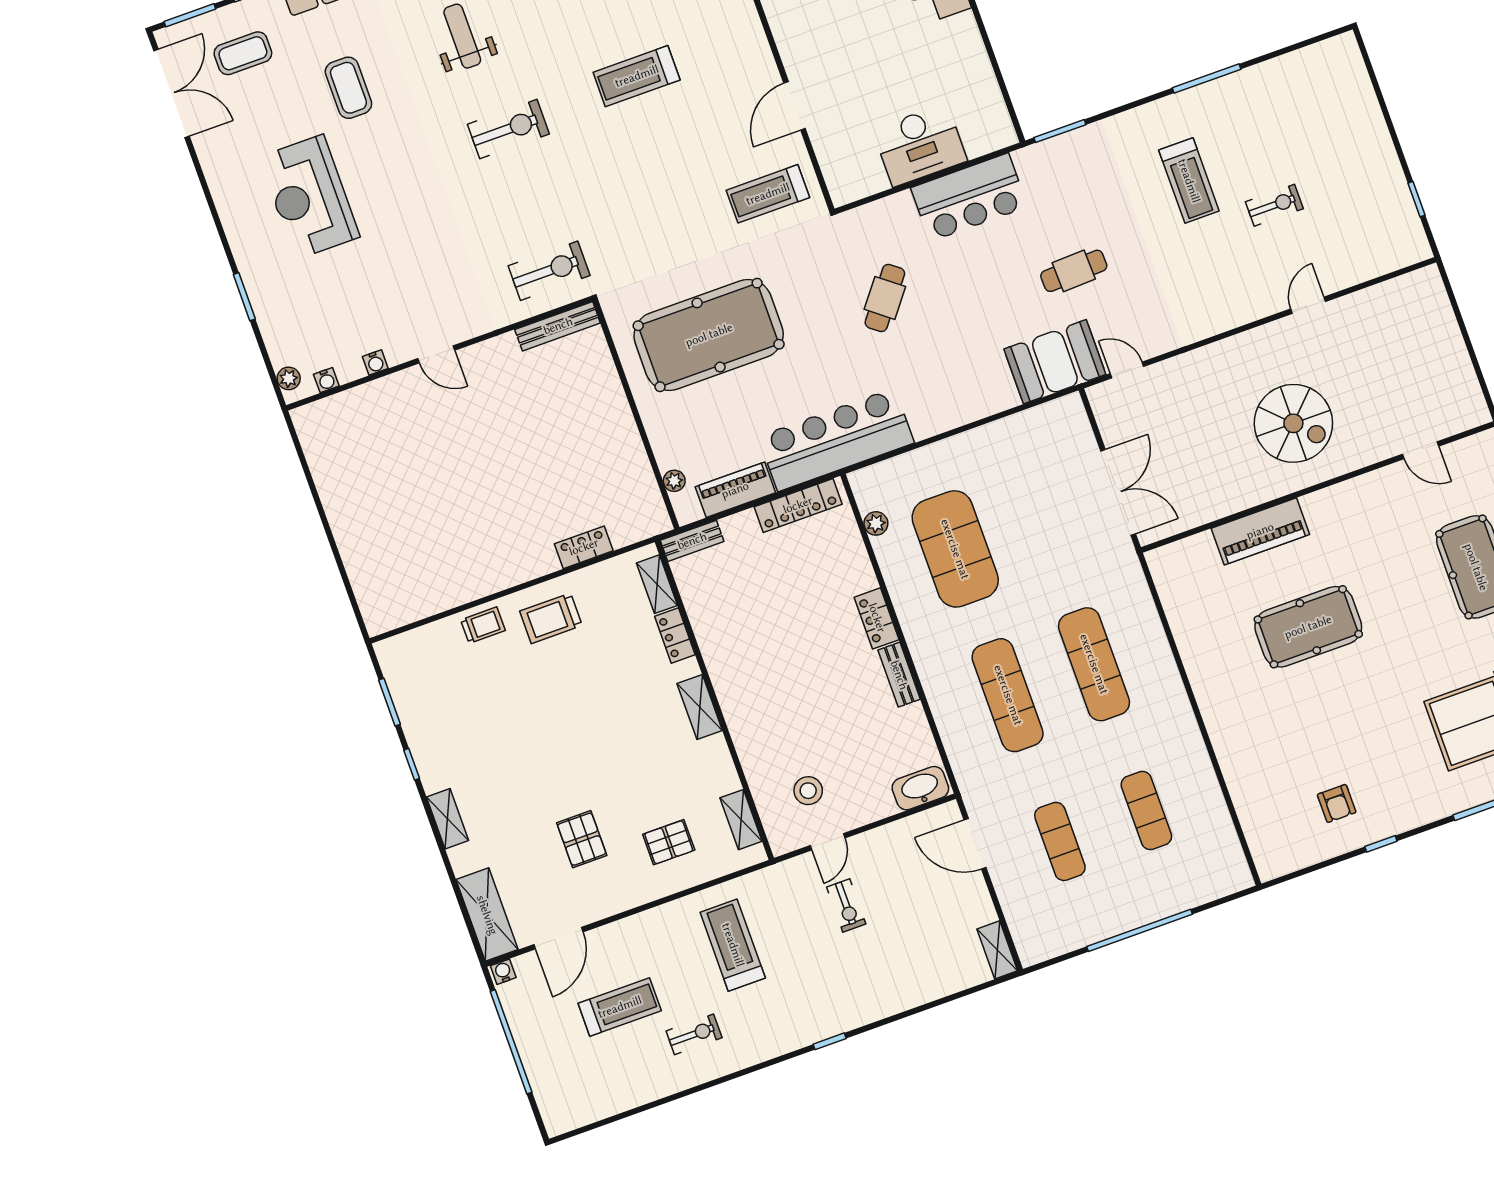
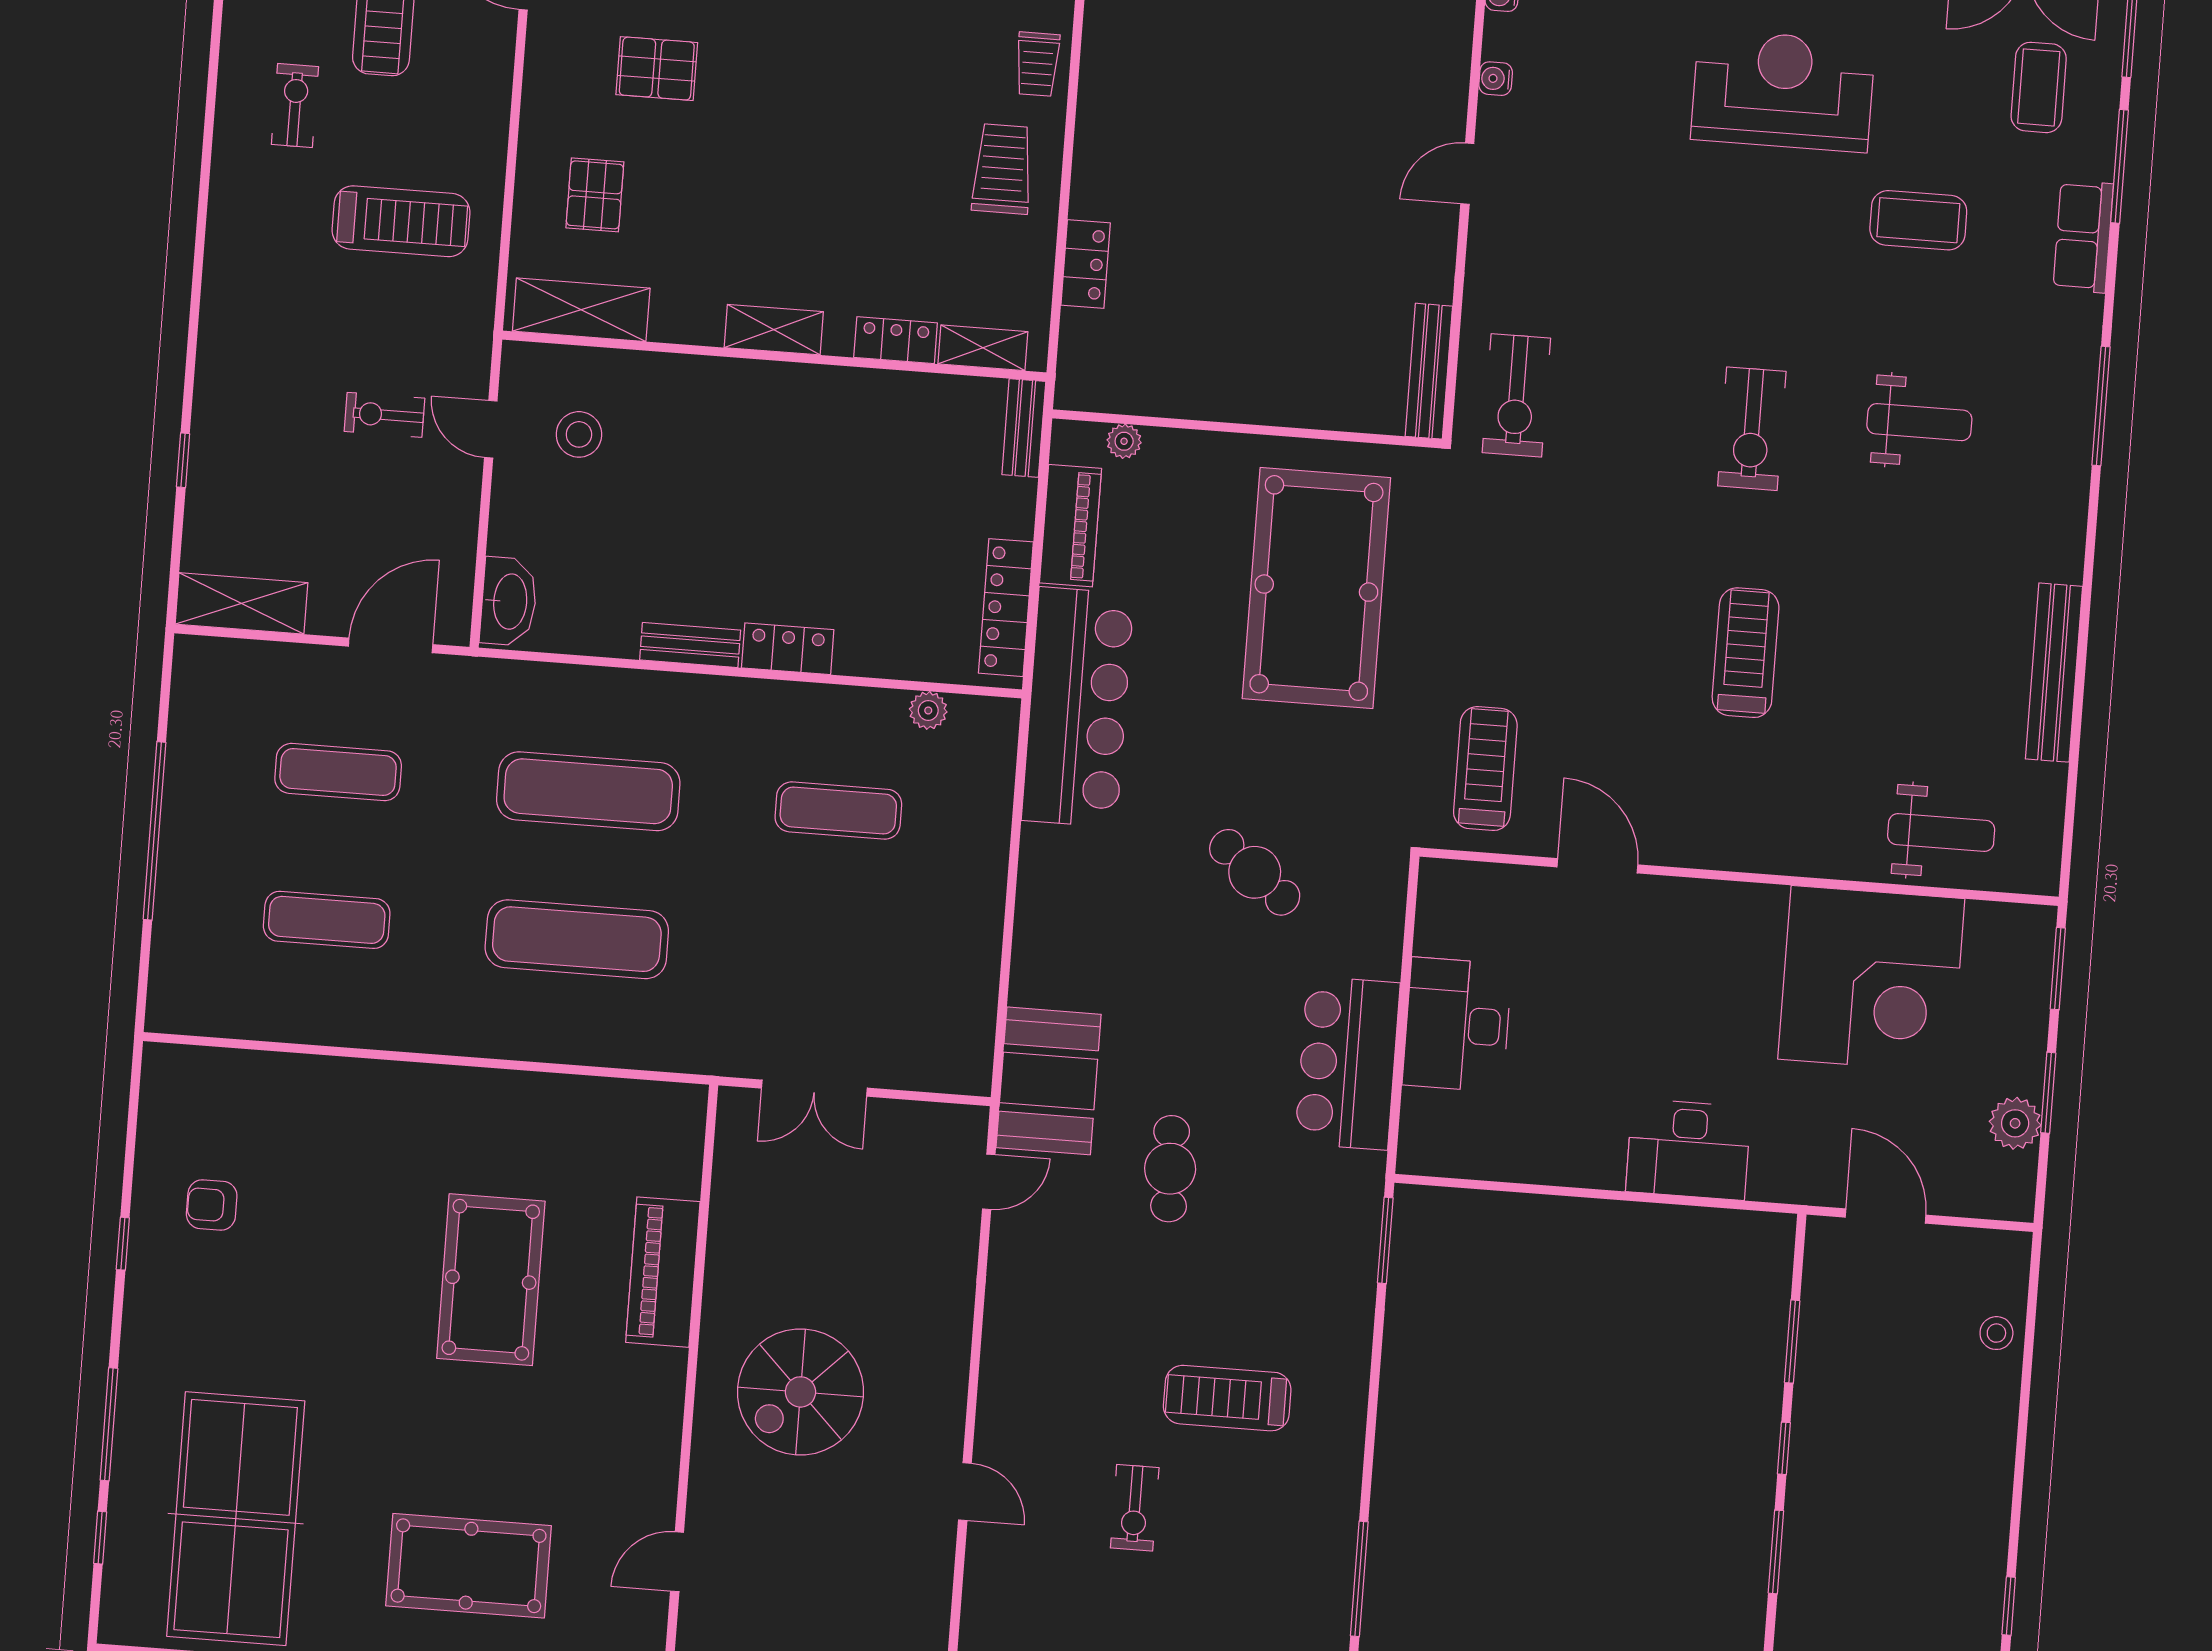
window: (1207, 79) -> (1359, 1579), moved
double door: (1118, 492) -> (814, 1088), width x0.73
exercise mat: (955, 549) -> (838, 811), width x0.50, depth x0.69
shelving: (741, 820) -> (581, 310), width x1.50, depth x1.33
shelving: (997, 950) -> (241, 603), width x1.50, depth x1.33
exercise bike: (694, 1034) -> (295, 106), turned 180
window: (830, 1041) -> (183, 460), moved

